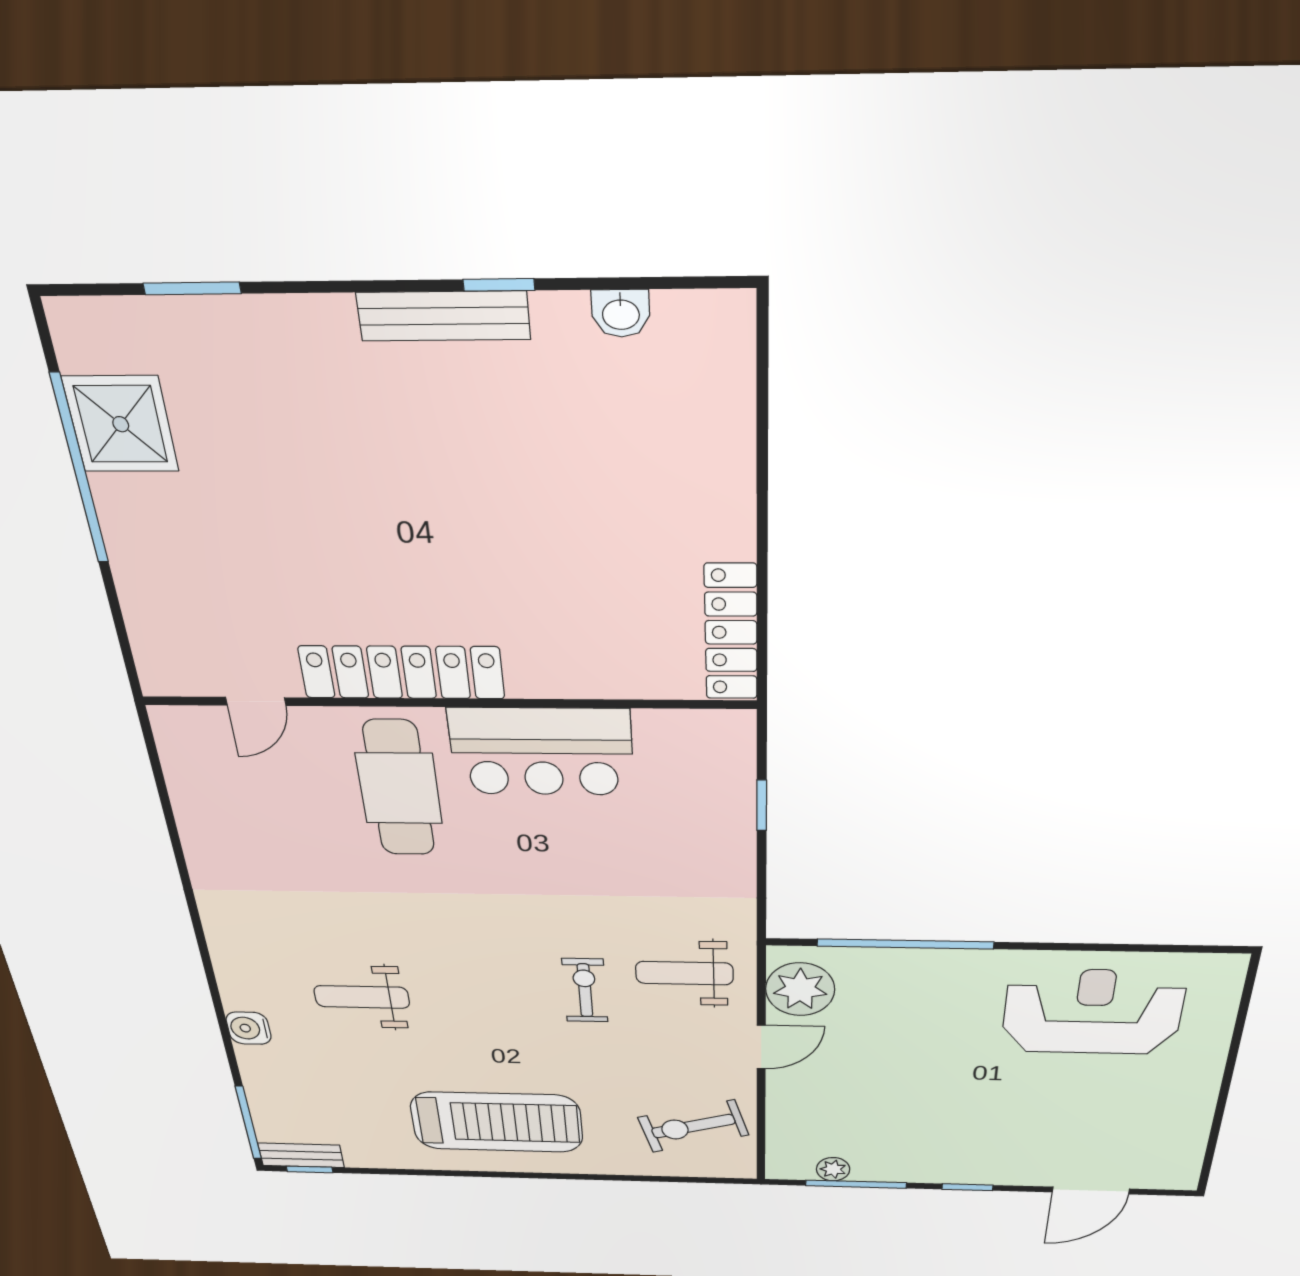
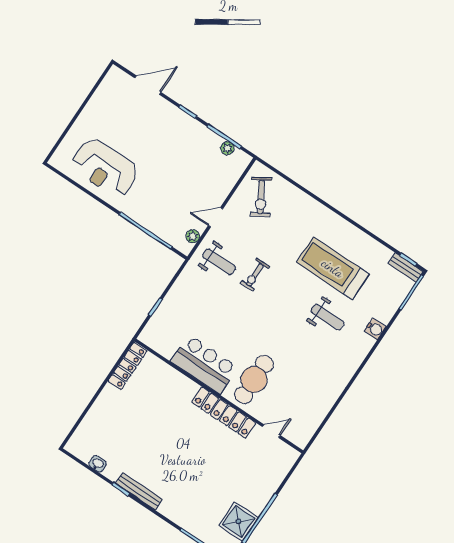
plant: (800, 989) -> (193, 236), width x0.53, depth x0.53
treadmill: (497, 1122) -> (333, 268), moved
exercise bike: (693, 1126) -> (261, 197), turned 75

